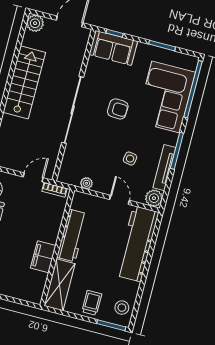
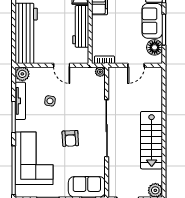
armchair: (118, 109) -> (70, 138), turned -96
door: (33, 177) -> (136, 65), moved
plant: (86, 183) -> (100, 72), moved
door: (119, 200) -> (62, 65), moved

